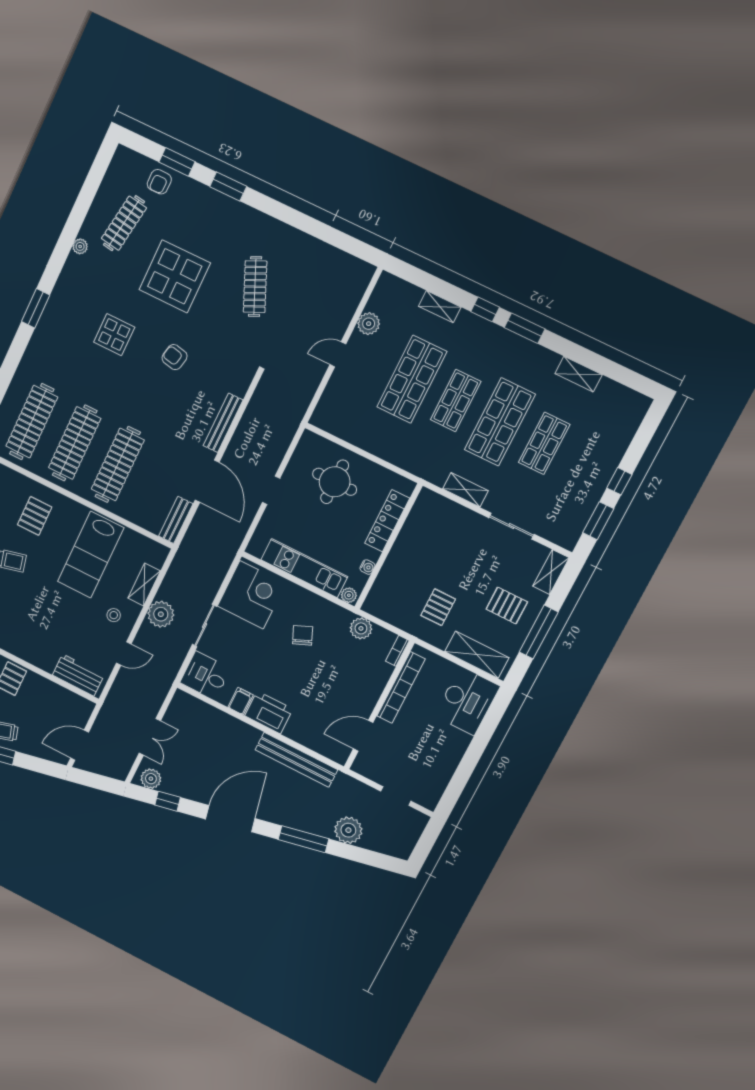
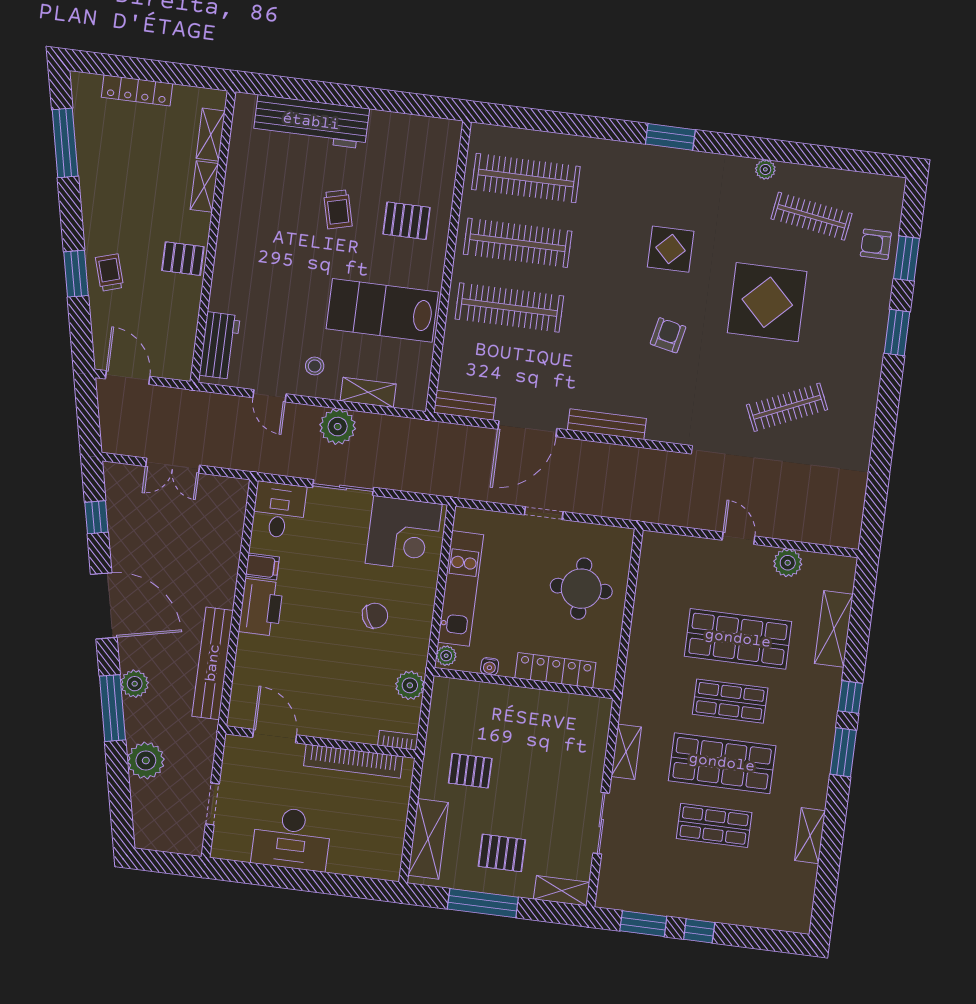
shelving: (440, 307) -> (834, 629), width x1.50, depth x1.33
pallet: (507, 606) -> (502, 853), turned 90
desk: (467, 701) -> (291, 839), moved
plant: (151, 779) -> (135, 684), moved

